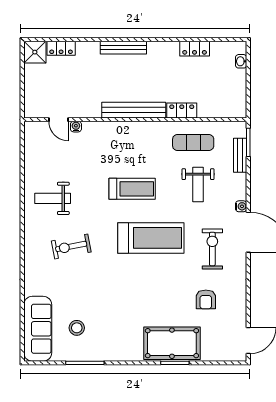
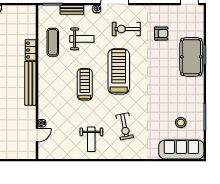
bench: (240, 155) -> (72, 10), moved

